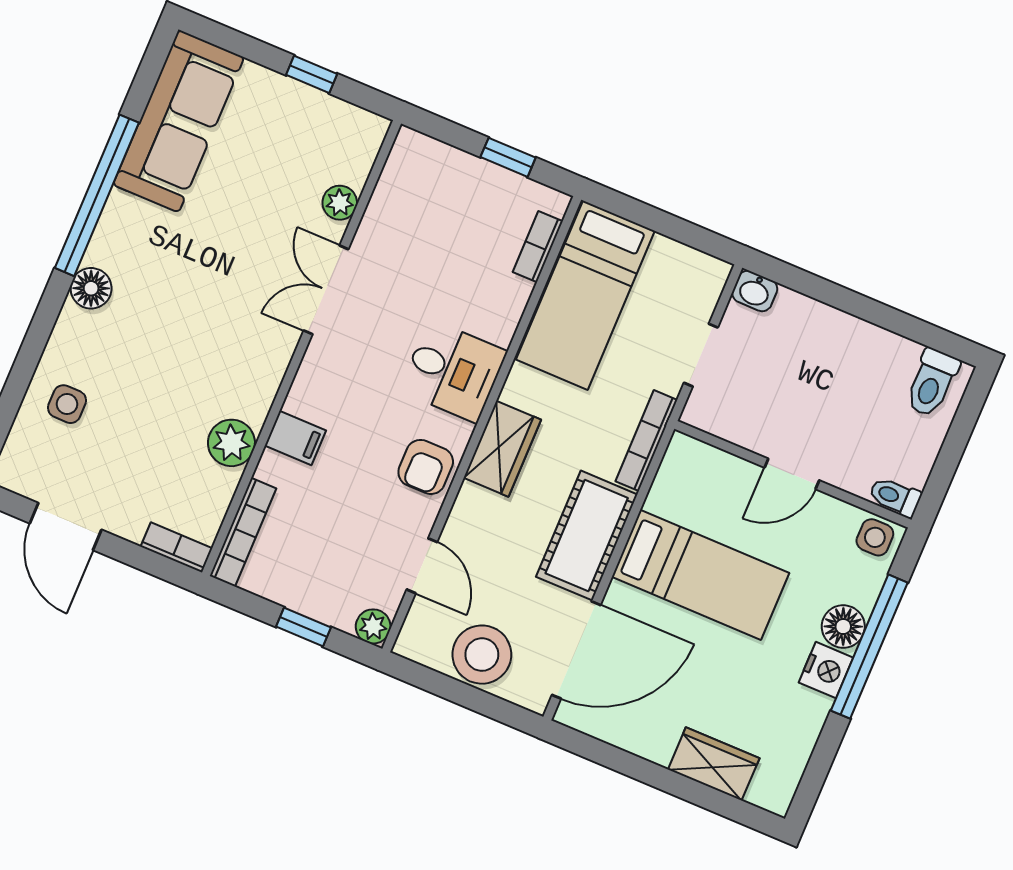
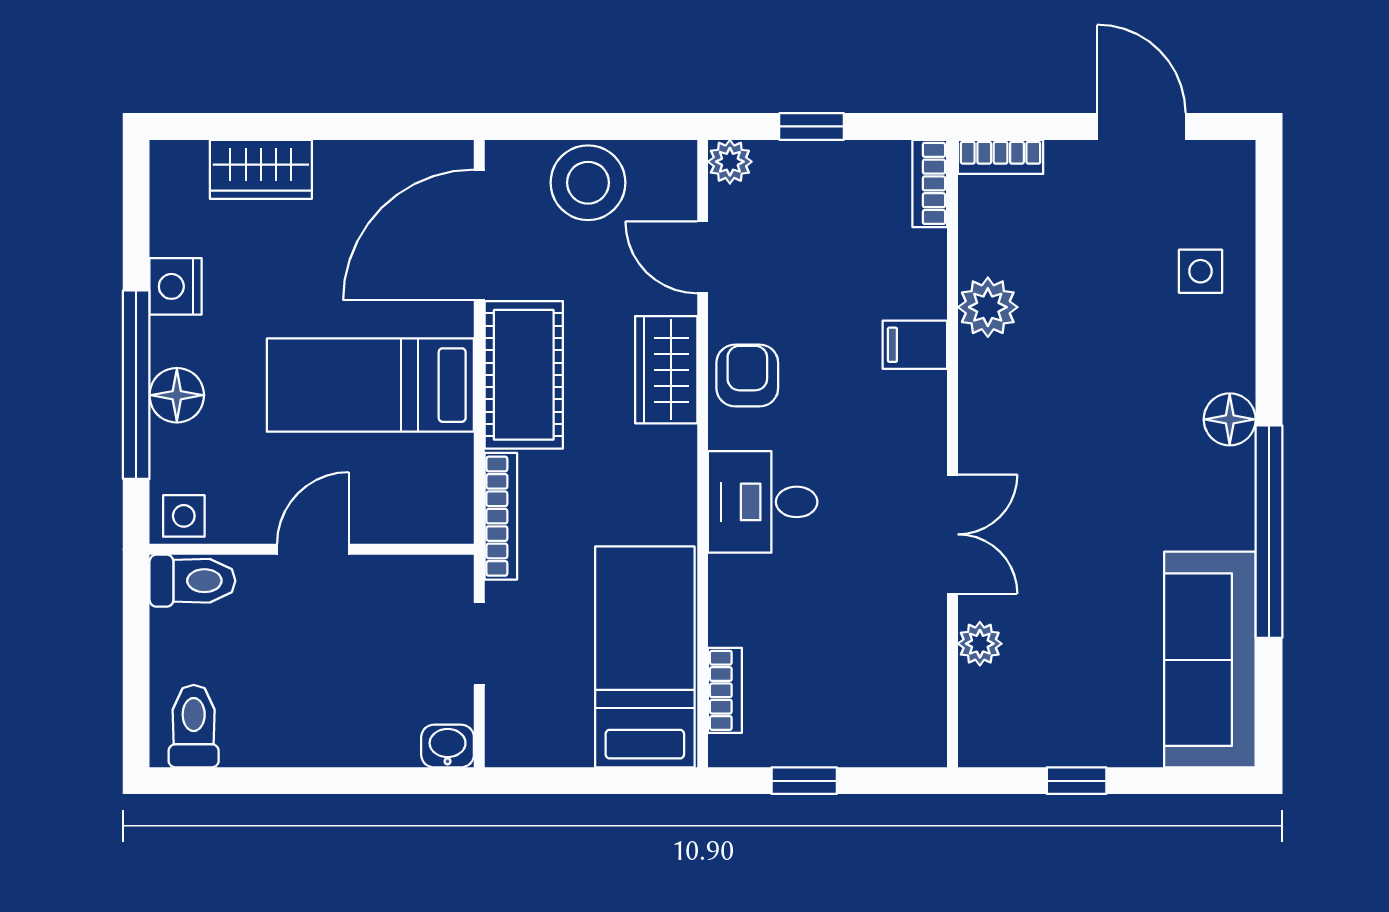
wardrobe: (502, 449) -> (666, 370), moved
toilet: (895, 497) -> (192, 581), width x1.37, depth x1.39
bookcase: (243, 532) -> (930, 183), width x0.64
nightstand: (826, 670) -> (176, 286), moved

